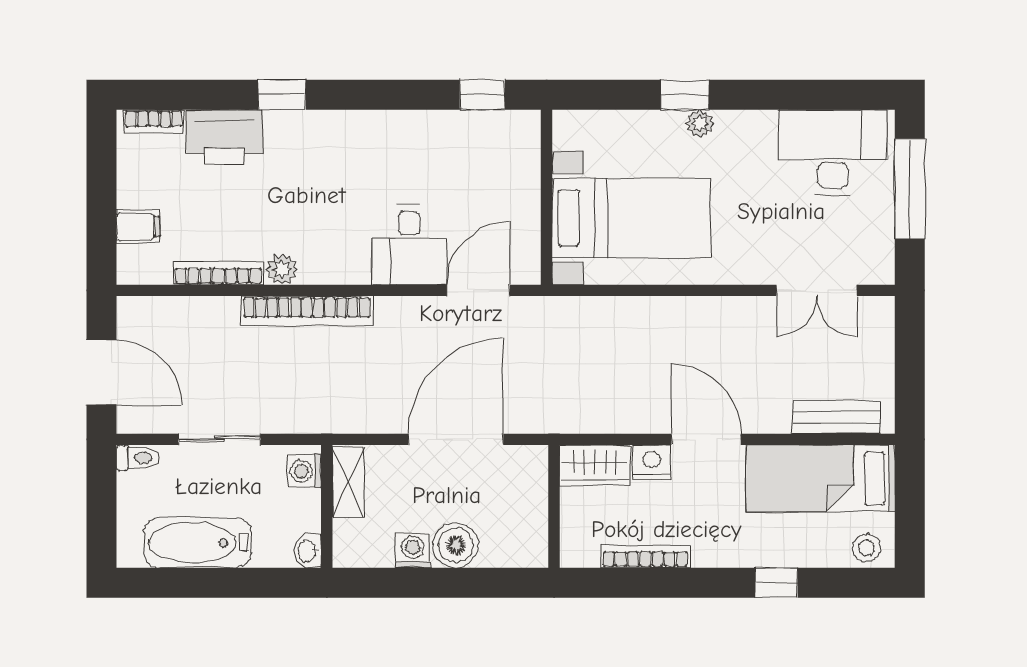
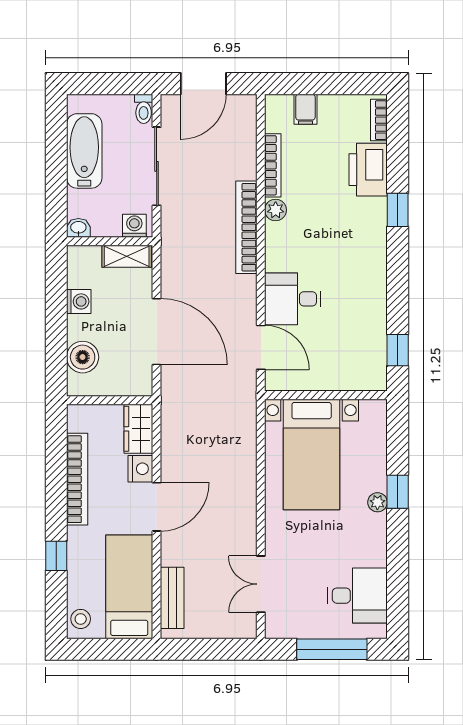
desk: (833, 152) -> (357, 596), width x0.73
sliding door: (220, 439) -> (157, 166), width x1.37
boiler: (456, 545) -> (83, 357), moved
bookcase: (645, 556) -> (77, 479), width x1.48, depth x1.31

